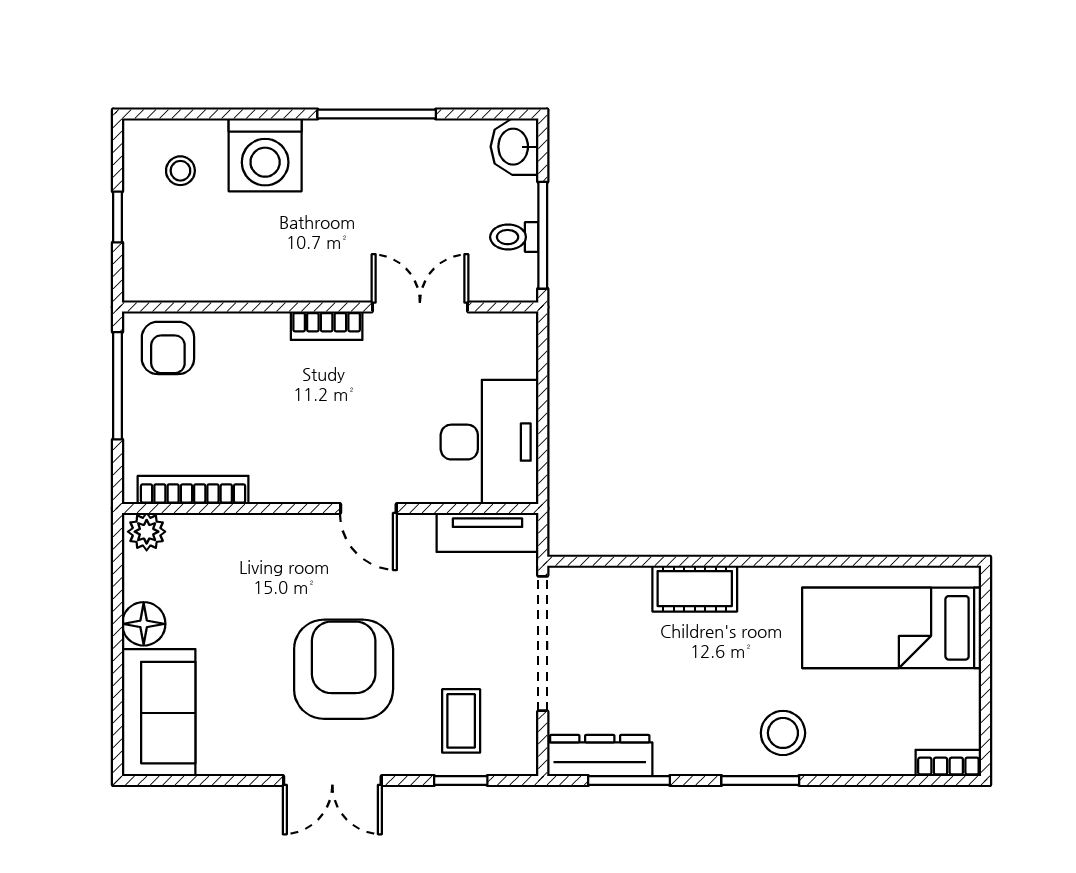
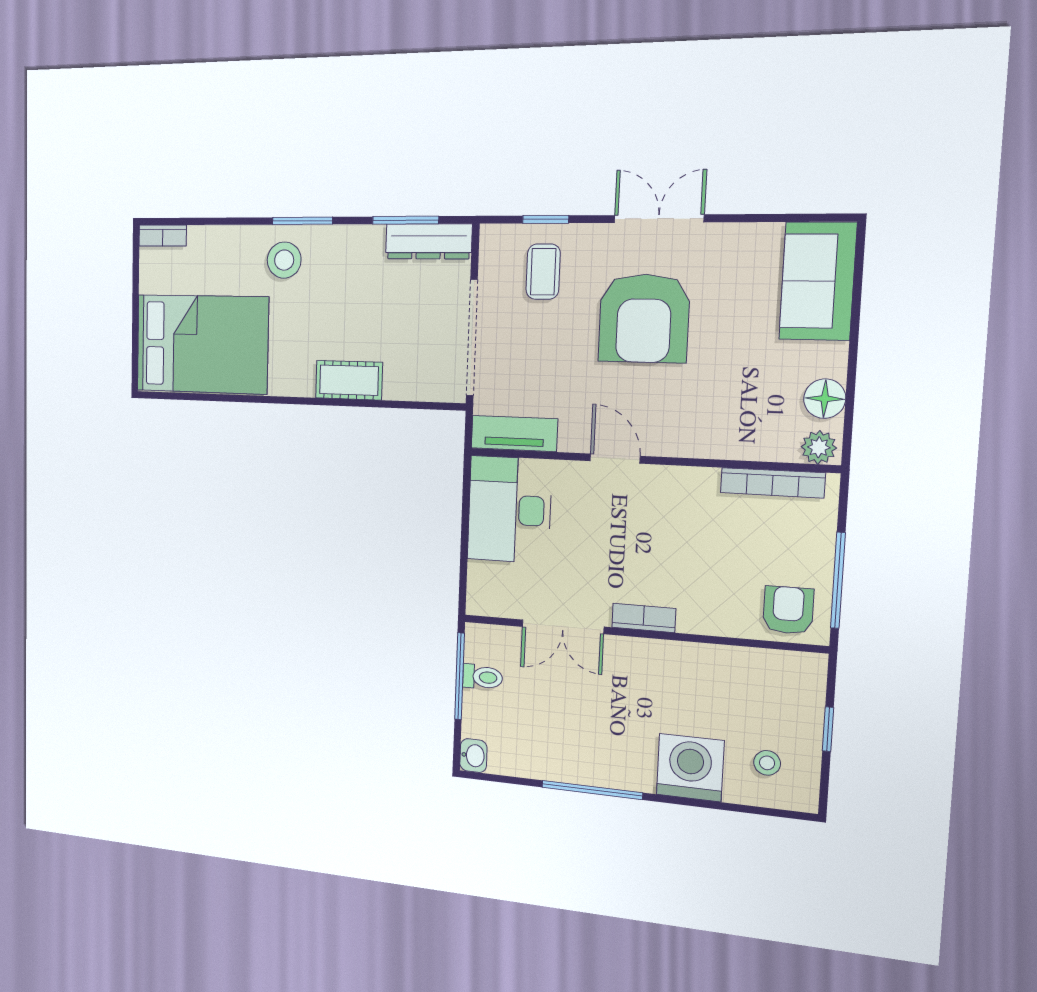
washbasin: (515, 147) -> (473, 756), width x0.72, depth x0.69
floor lamp: (144, 624) -> (825, 399), moved
bed: (892, 628) -> (202, 344), width x1.50

